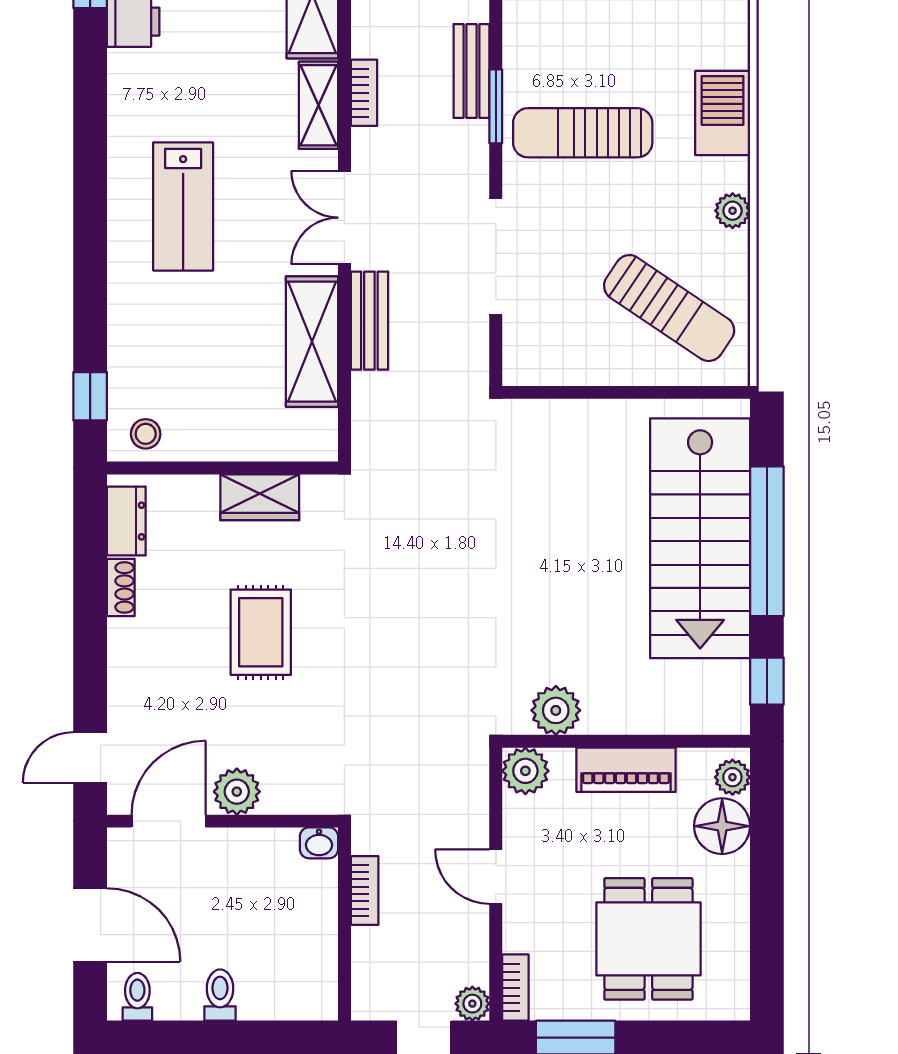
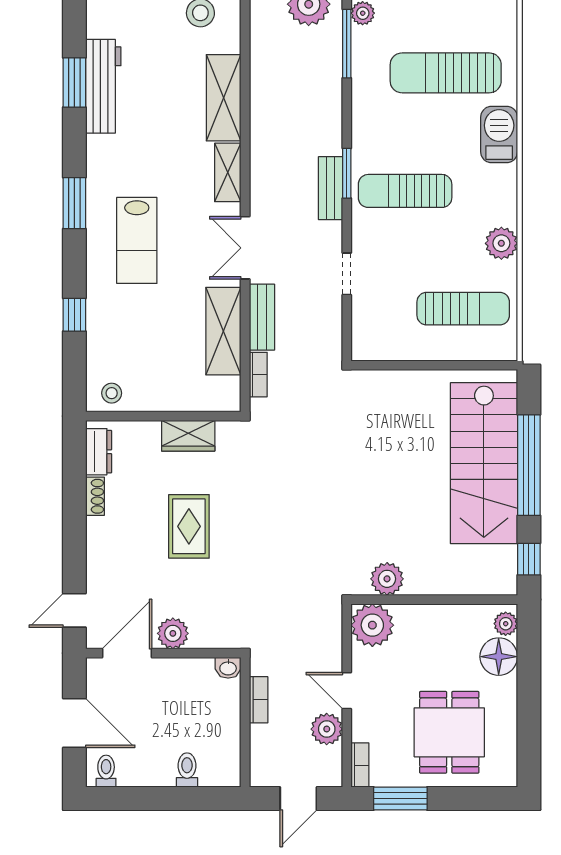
bench: (472, 71) -> (330, 188), moved
bookcase: (364, 93) -> (258, 375), moved
barbecue: (723, 113) -> (499, 135), moved
window: (90, 151) -> (74, 203), added
plant: (733, 211) -> (501, 243), width x1.38, depth x1.38
doorway: (496, 256) -> (347, 274), width x0.53
sun lounger: (669, 308) -> (463, 309), turned -34
window: (90, 396) -> (74, 315), moved
piano: (626, 770) -> (434, 619), removed
plant: (525, 771) -> (372, 625), width x1.36, depth x1.36
toilet: (220, 995) -> (187, 770), moved
plant: (472, 1004) -> (327, 729), moved, width x1.38, depth x1.38

